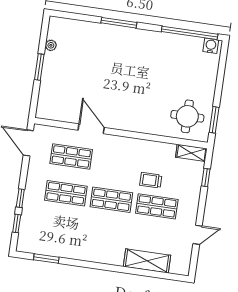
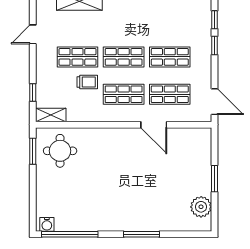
plant: (51, 45) -> (201, 207), width x1.87, depth x1.87
shop shelf: (117, 163) -> (124, 94), added

